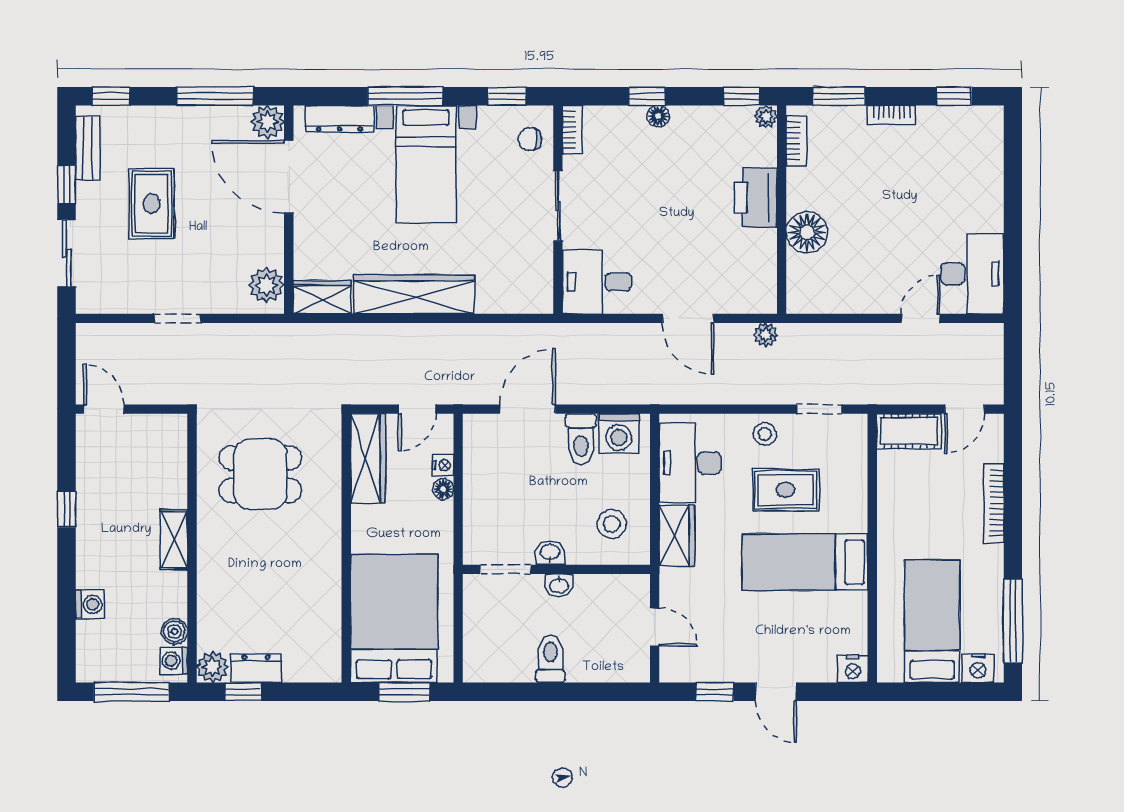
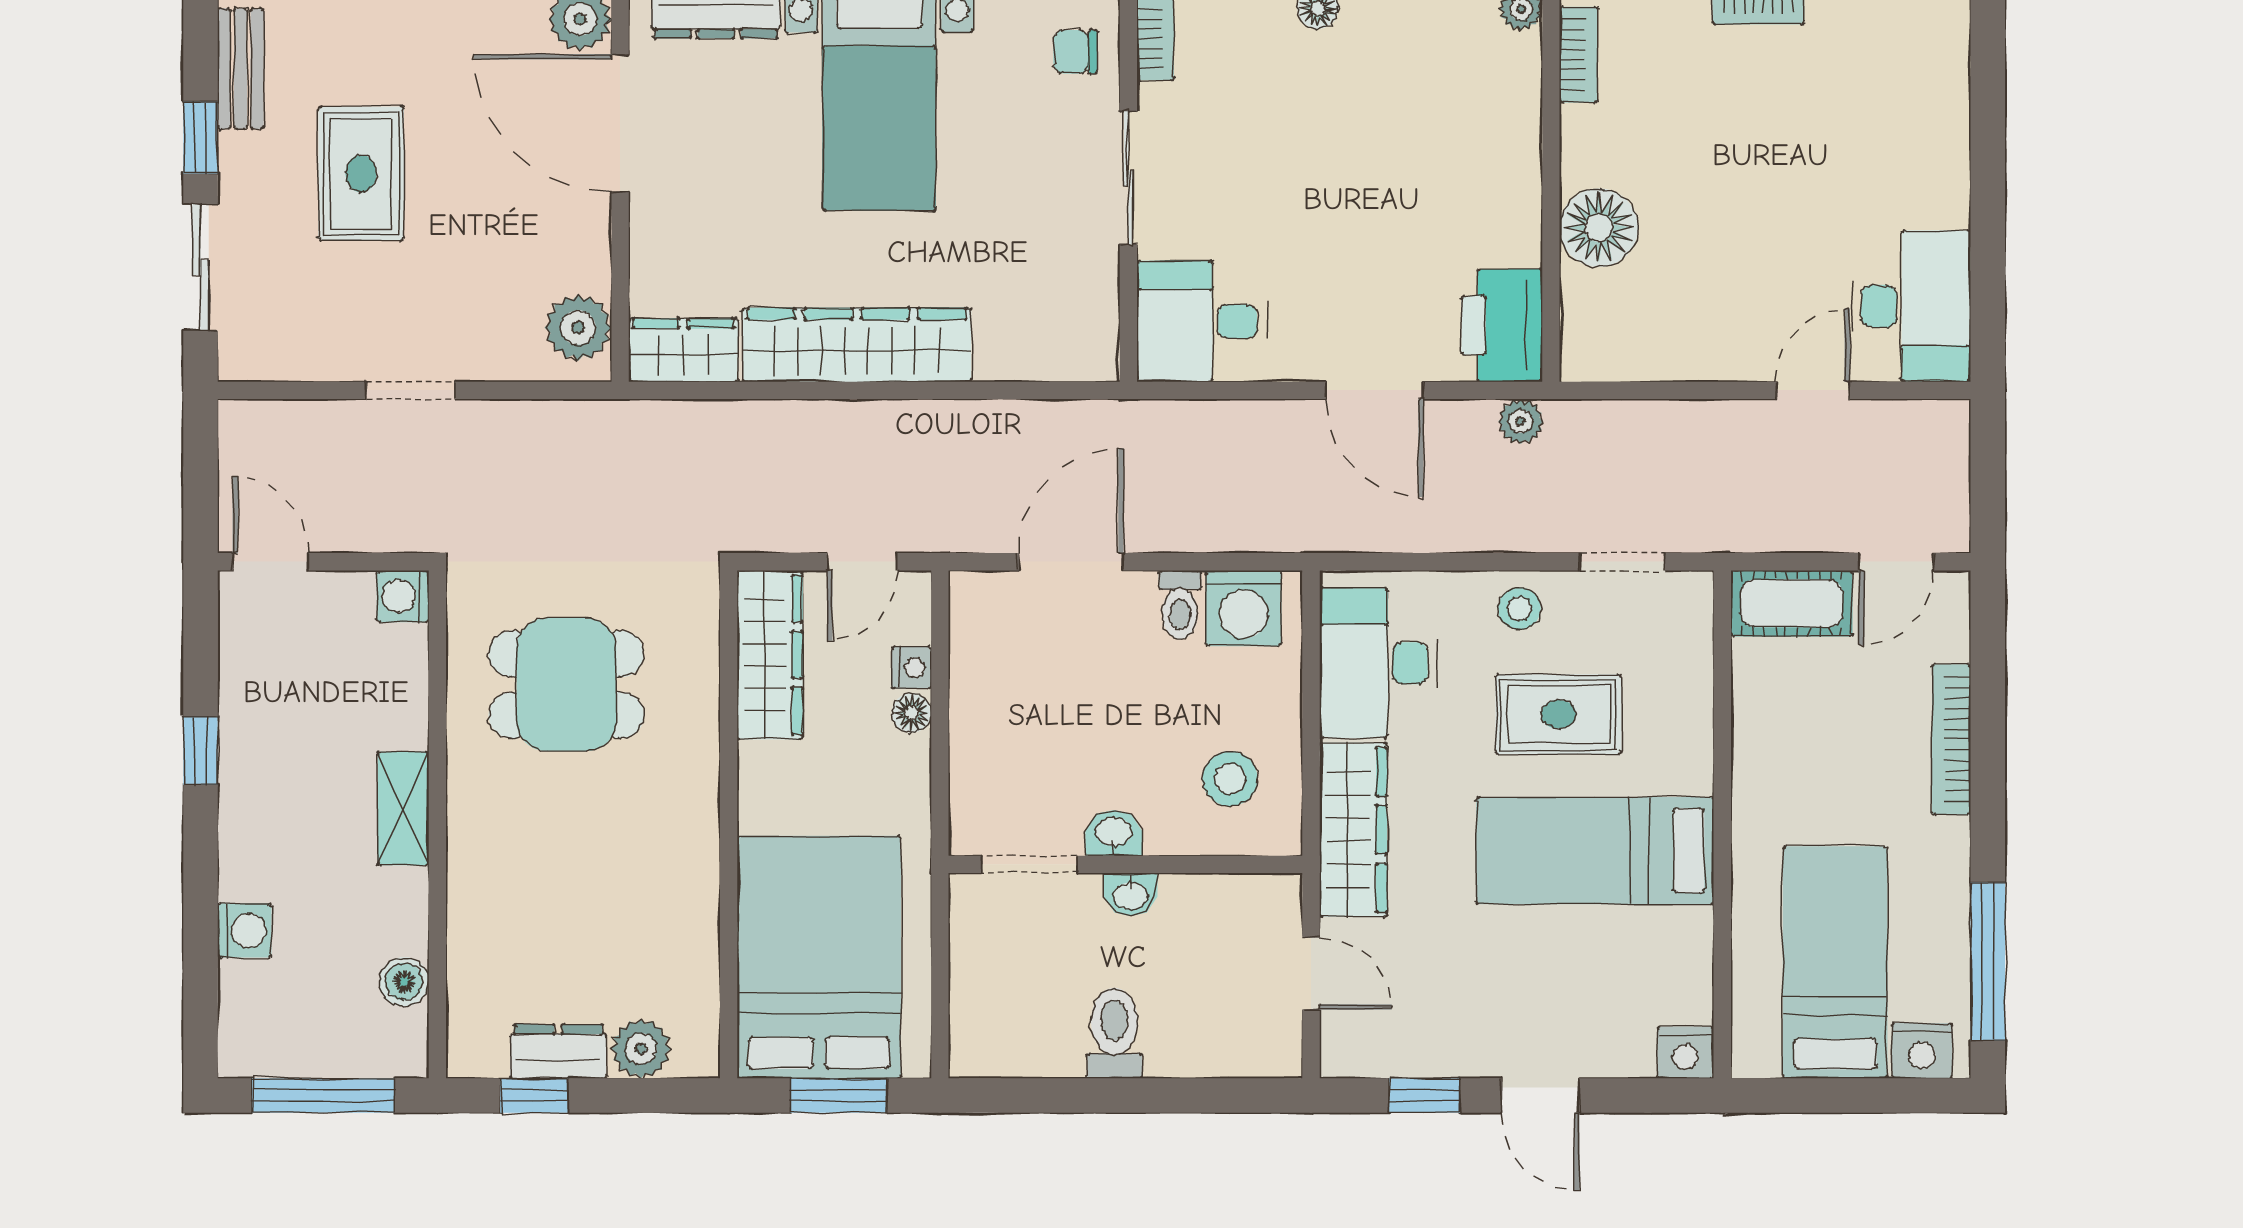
printer: (756, 198) -> (1502, 325), moved
toilet: (581, 439) -> (1180, 605), width x0.73, depth x0.72
wardrobe: (677, 536) -> (1353, 830), width x1.50
washing machine: (174, 661) -> (403, 596), moved
plant: (212, 667) -> (641, 1049), moved

